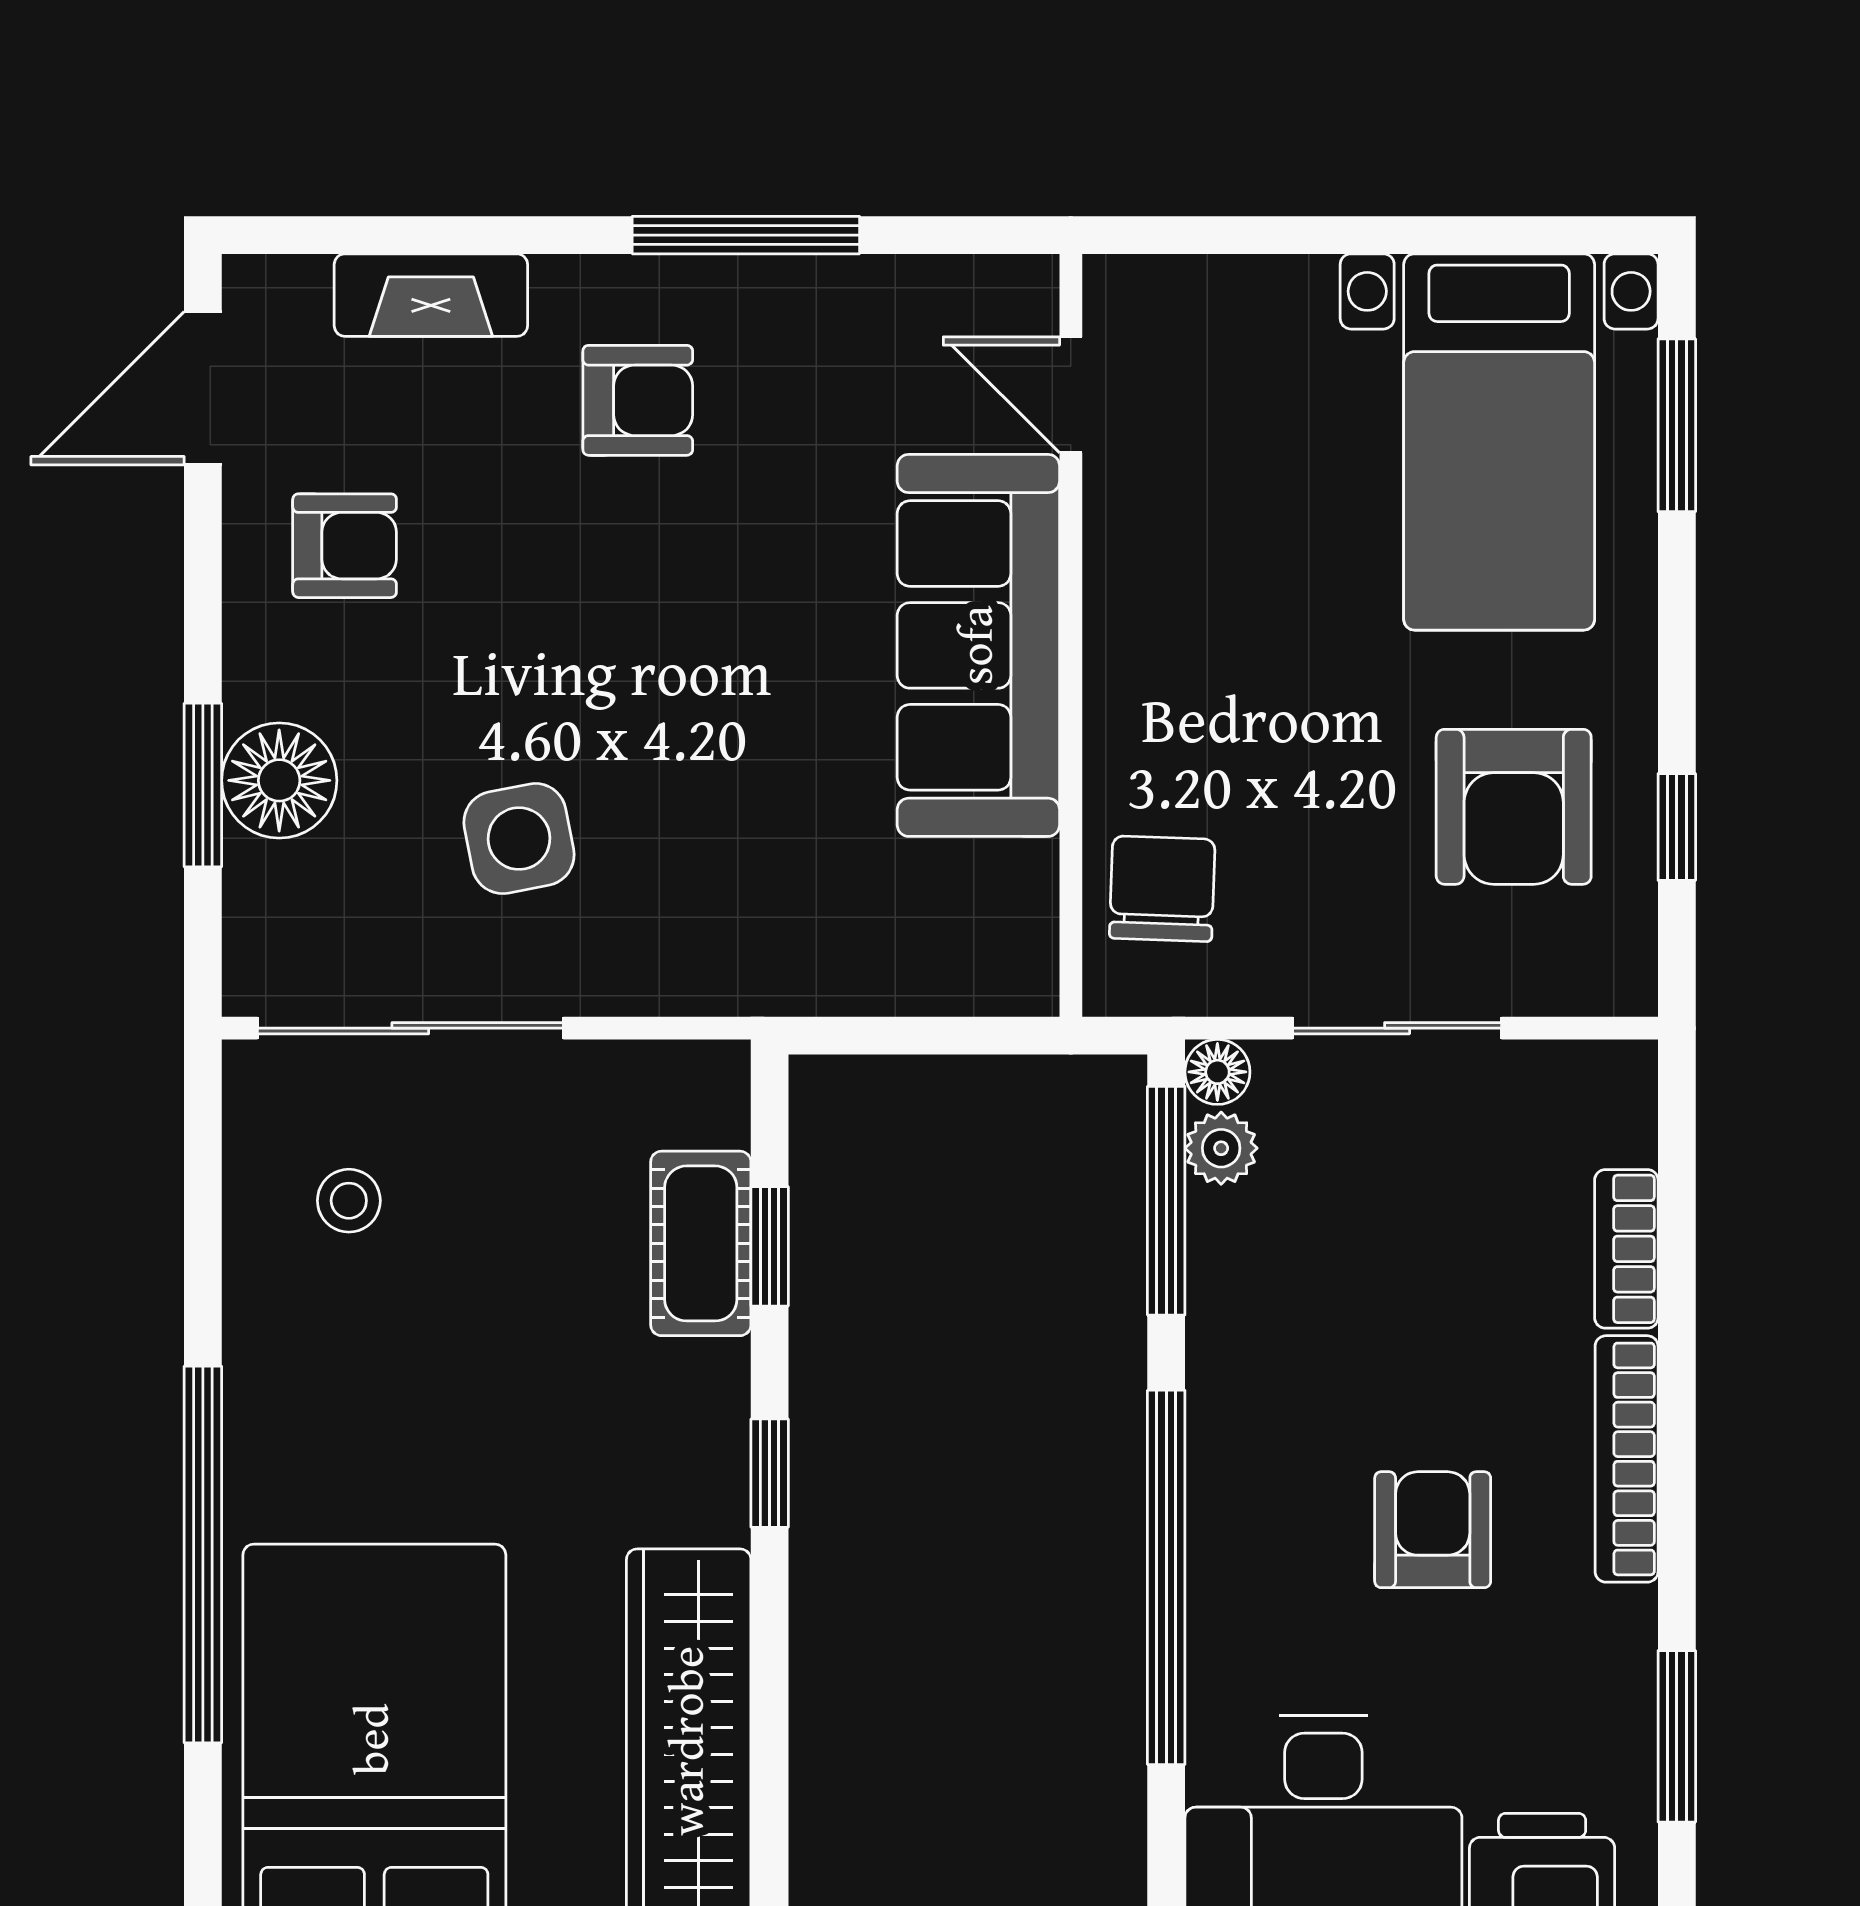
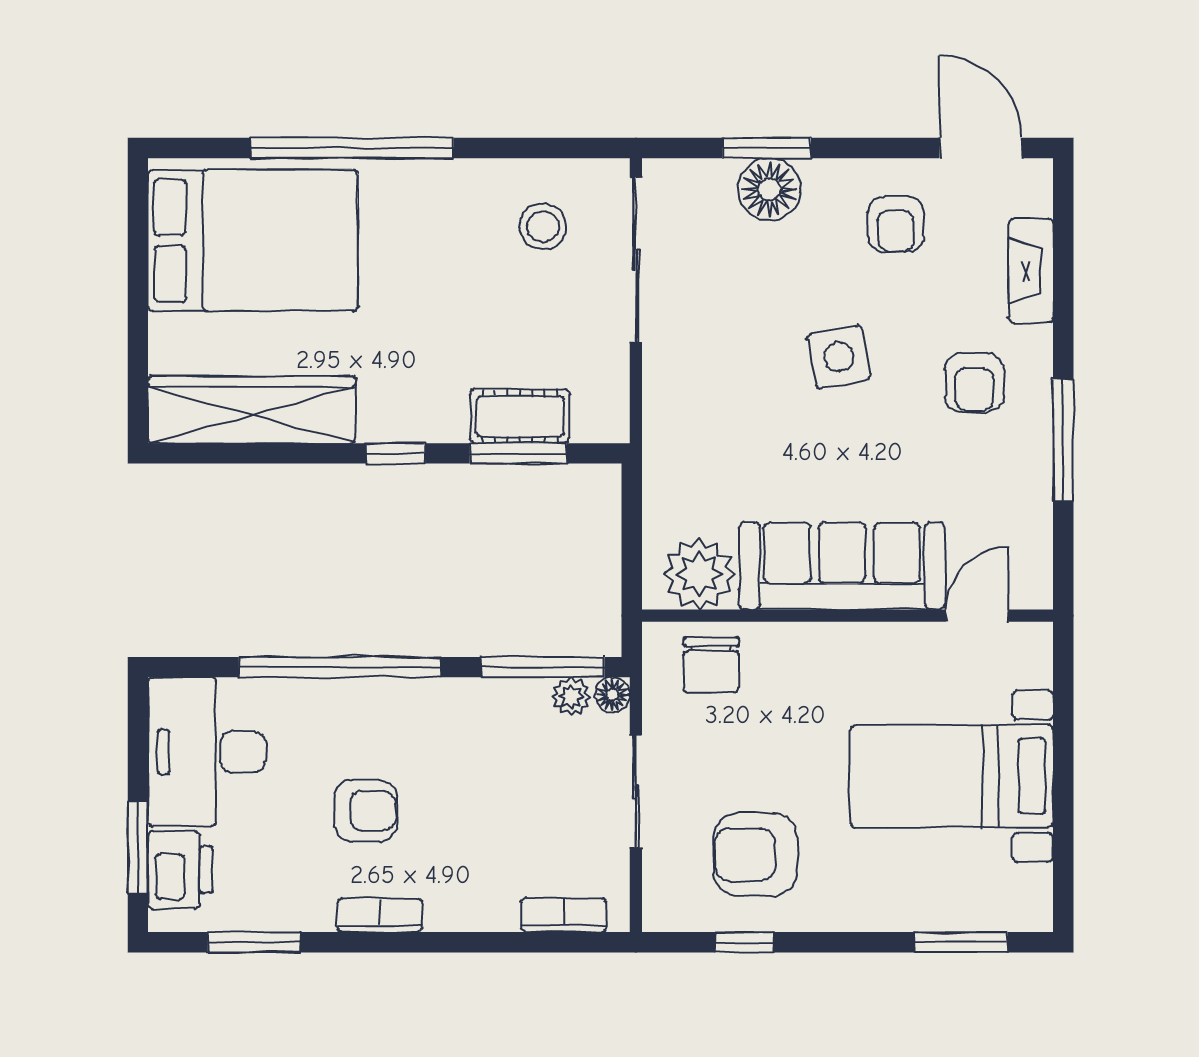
bed with nightstands: (1499, 442) -> (952, 776), moved
side table: (519, 839) -> (839, 357), moved
chair: (1162, 889) -> (711, 665), turned 88
plant: (993, 911) -> (699, 574), added
stool: (349, 1201) -> (543, 227), width x1.37, depth x1.37
window: (770, 1246) -> (518, 453), width x1.50
bookcase: (1626, 1249) -> (564, 915), moved
bookcase: (1627, 1459) -> (380, 915), width x0.64

